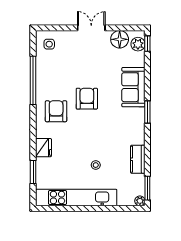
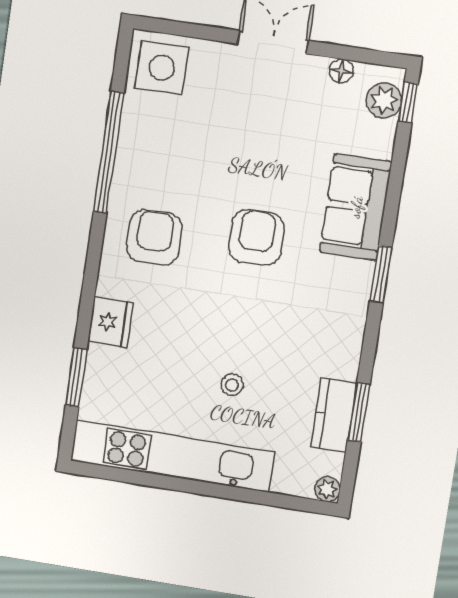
floor lamp: (120, 39) -> (341, 71), width x0.53, depth x0.53
side table: (49, 44) -> (162, 68), width x1.87, depth x1.87
armchair: (87, 99) -> (256, 238), moved
kitchen counter: (138, 159) -> (334, 415), moved
window: (147, 188) -> (359, 412), moved

